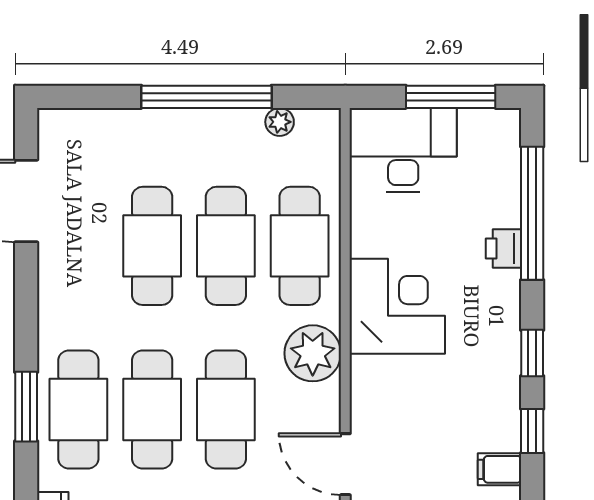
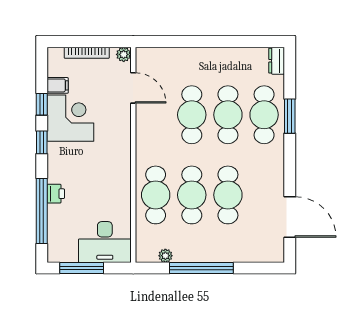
corner desk: (397, 306) -> (70, 118), moved, turned 180
plant: (313, 353) -> (149, 142), removed

